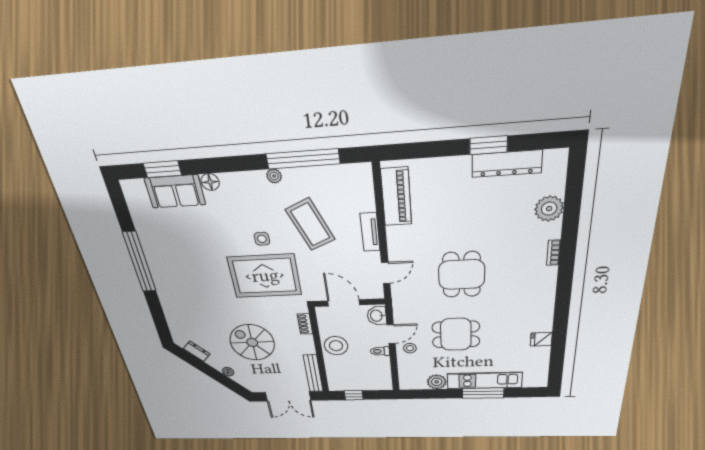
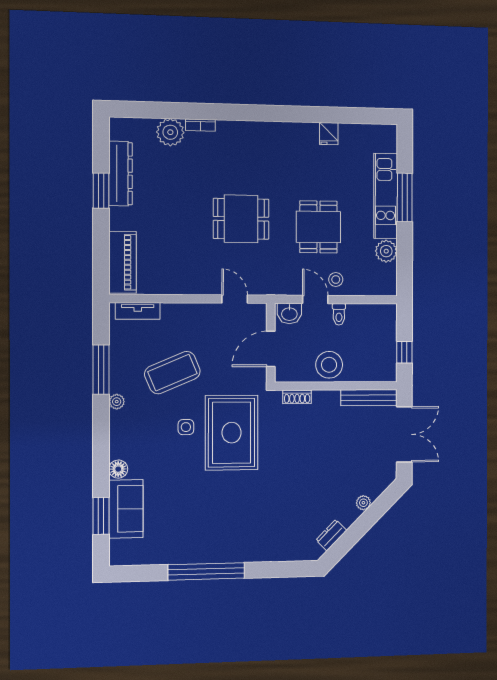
window: (303, 159) -> (101, 370), width x0.68
piano: (396, 197) -> (123, 262), moved, turned 90
tv unit: (370, 232) -> (138, 311), moved
bookcase: (554, 253) -> (200, 125), moved
spiral stairs: (252, 342) -> (321, 464), removed

